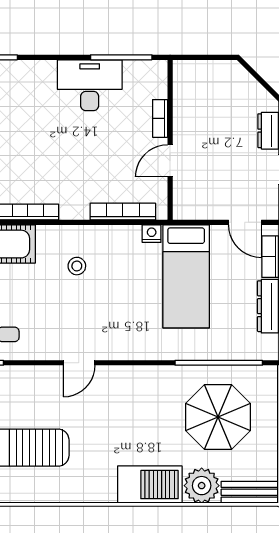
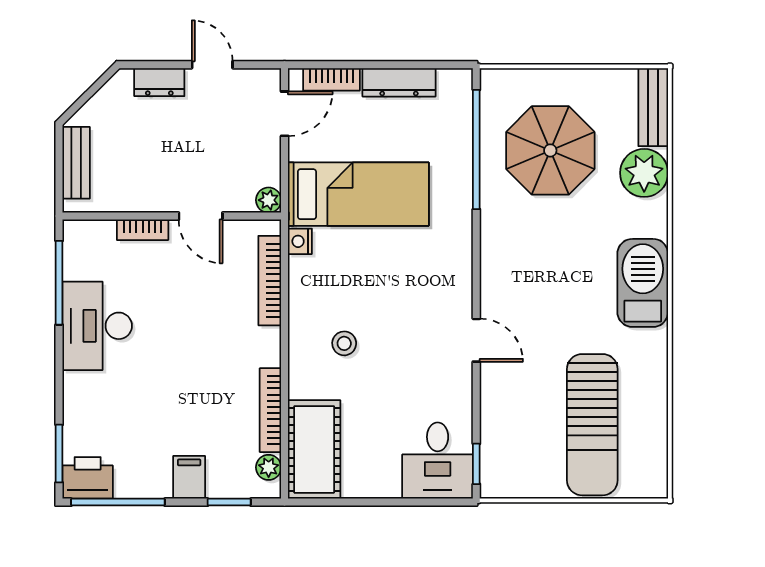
bench: (209, 70) -> (76, 163), added
plant: (182, 211) -> (269, 200), added
barbecue: (150, 485) -> (643, 283), moved

